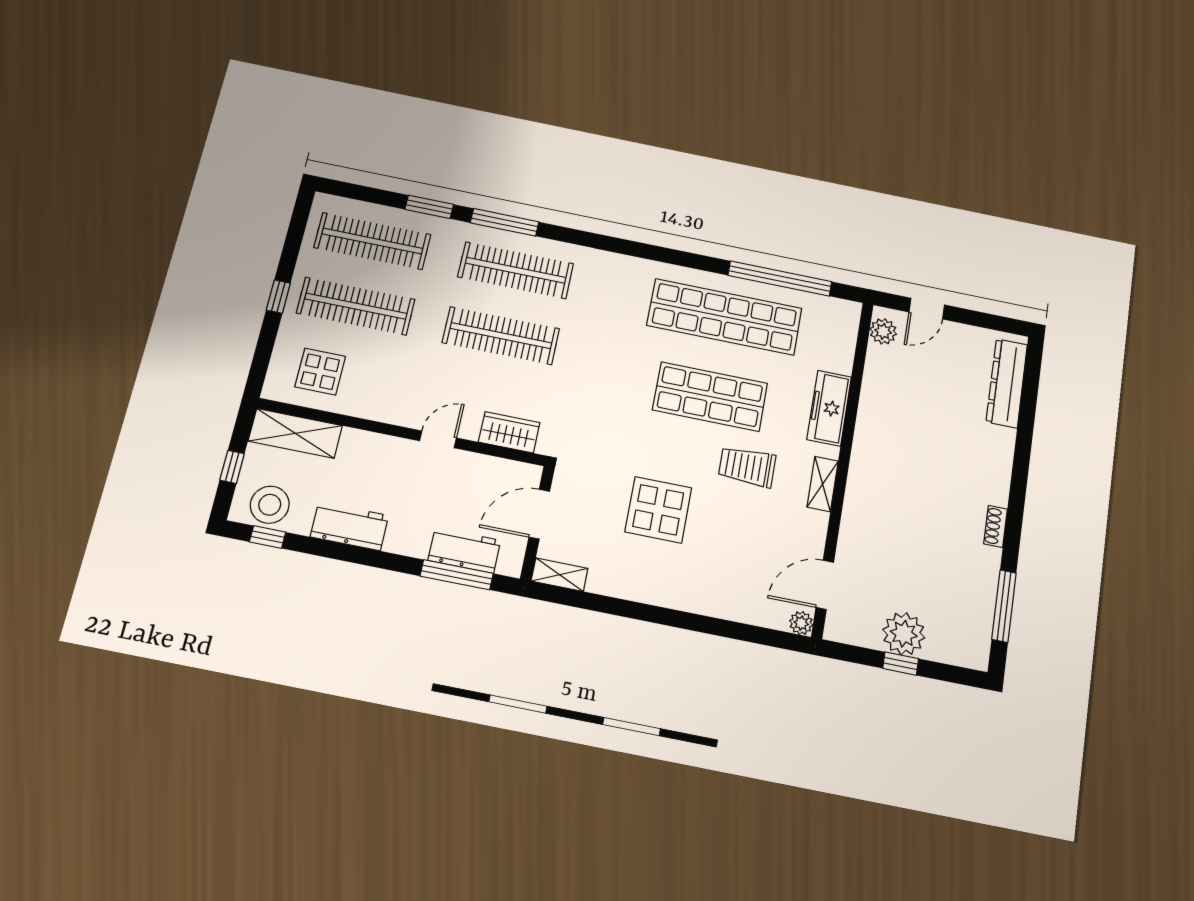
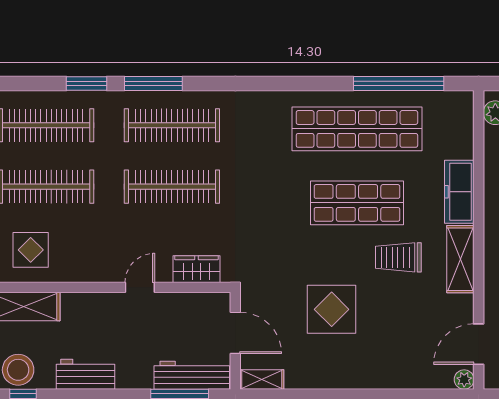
shelving: (823, 484) -> (460, 259), width x1.50, depth x1.33
door: (539, 514) -> (235, 333), swing flipped
workbench: (464, 550) -> (192, 375), width x1.38

